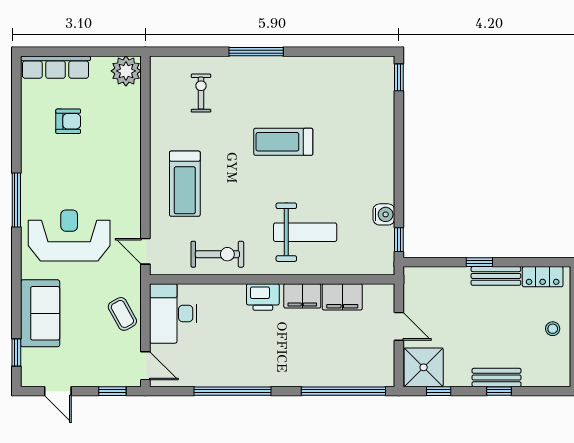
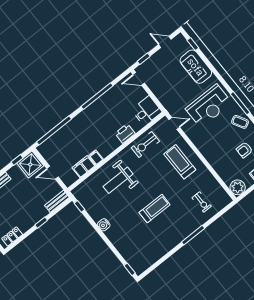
water cooler: (384, 214) -> (104, 225), moved
bench: (496, 276) -> (57, 201), moved
filing cabinet: (302, 296) -> (96, 157), width x0.50
printer: (263, 297) -> (125, 133), moved
desk: (173, 313) -> (147, 111), width x0.73
coffee table: (122, 314) -> (240, 122), moved

